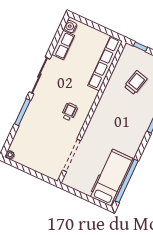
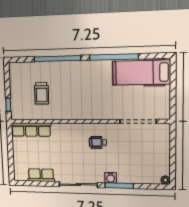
water cooler: (71, 27) -> (111, 178), moved
row of seats: (105, 63) -> (31, 130), width x0.73
trolley: (136, 83) -> (42, 93), turned -104
window: (127, 181) -> (114, 57), moved

